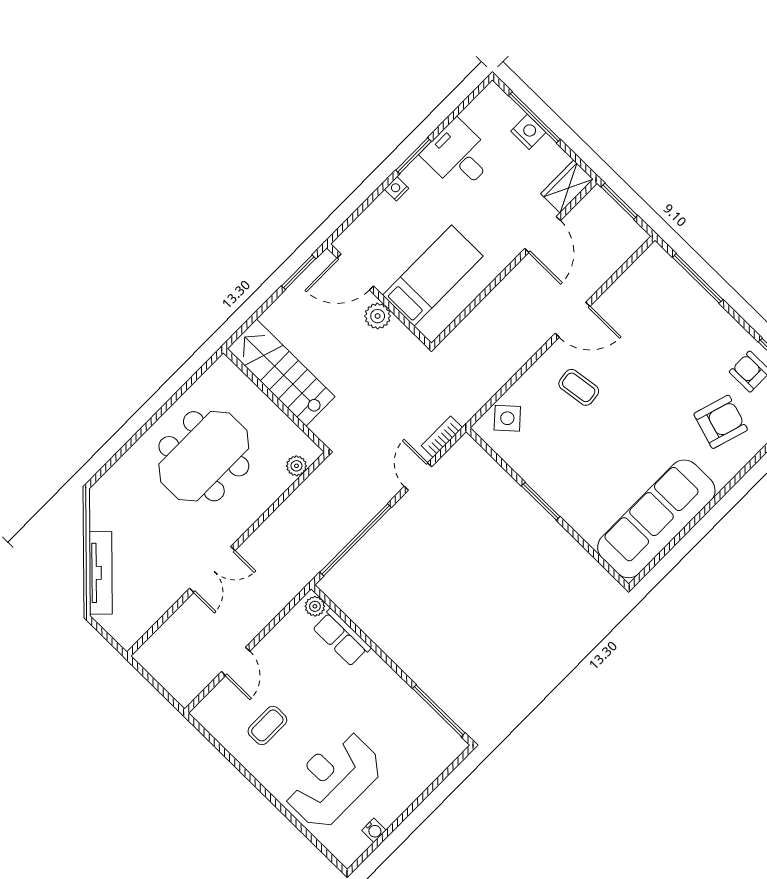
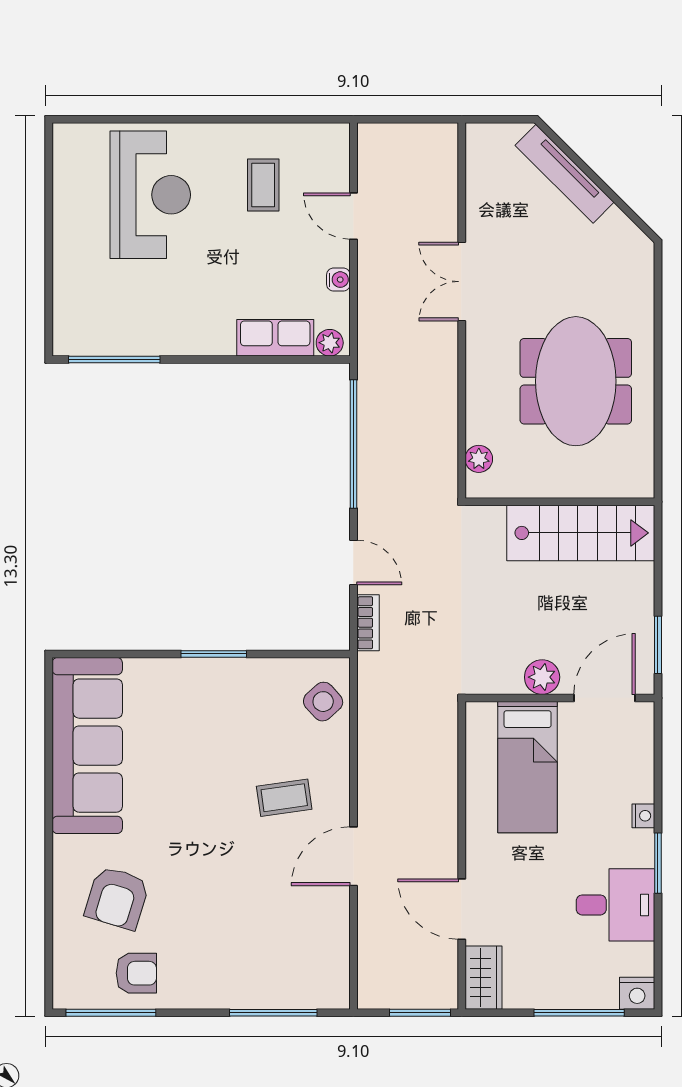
nightstand: (528, 132) -> (637, 993), moved
water cooler: (374, 830) -> (338, 280), moved, turned 180

